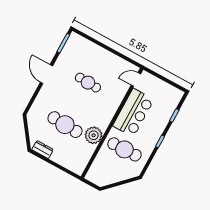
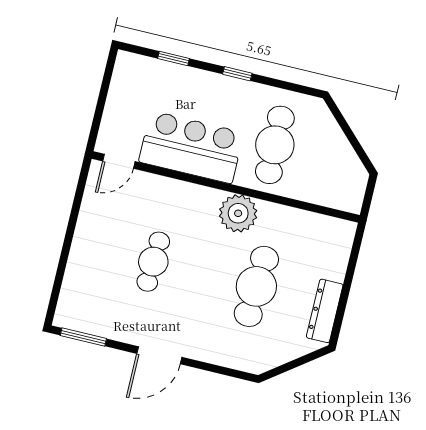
door: (136, 80) -> (119, 161), hinge flipped
plant: (94, 135) -> (238, 213), moved
dresser: (43, 149) -> (325, 311), width x1.44

